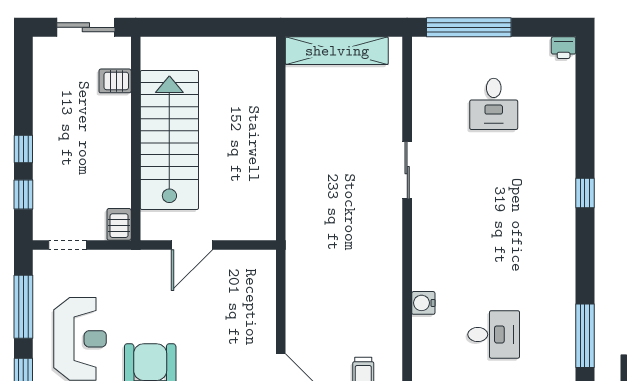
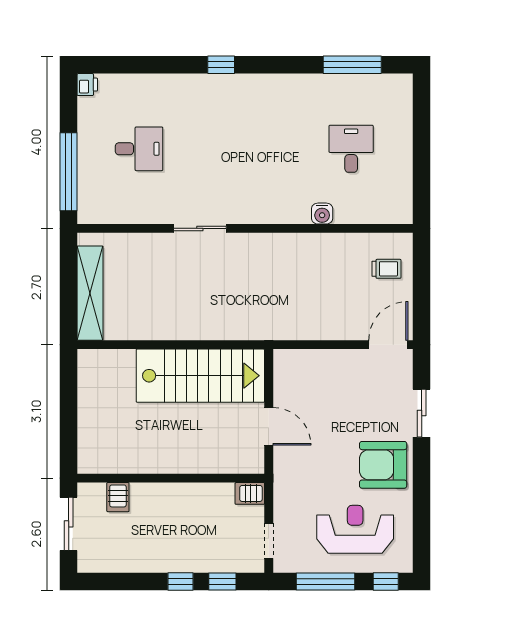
stairs: (169, 140) -> (200, 376), moved, turned 180

